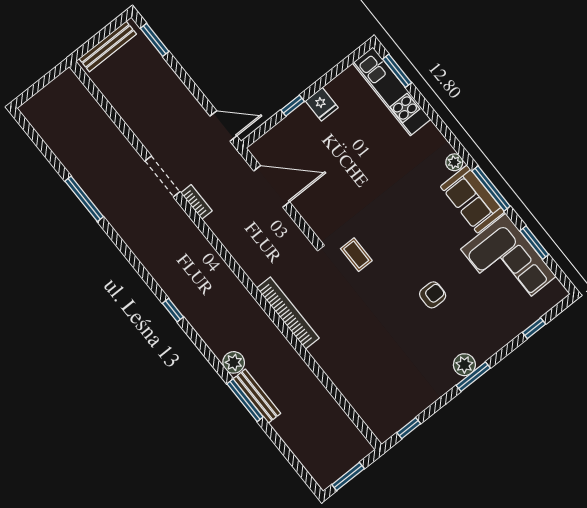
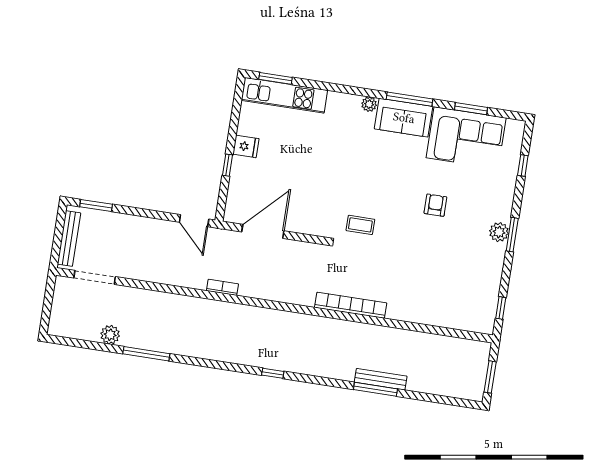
door: (223, 126) -> (194, 221), swing flipped
doorway: (162, 176) -> (95, 277), moved
plant: (234, 362) -> (110, 335), moved

